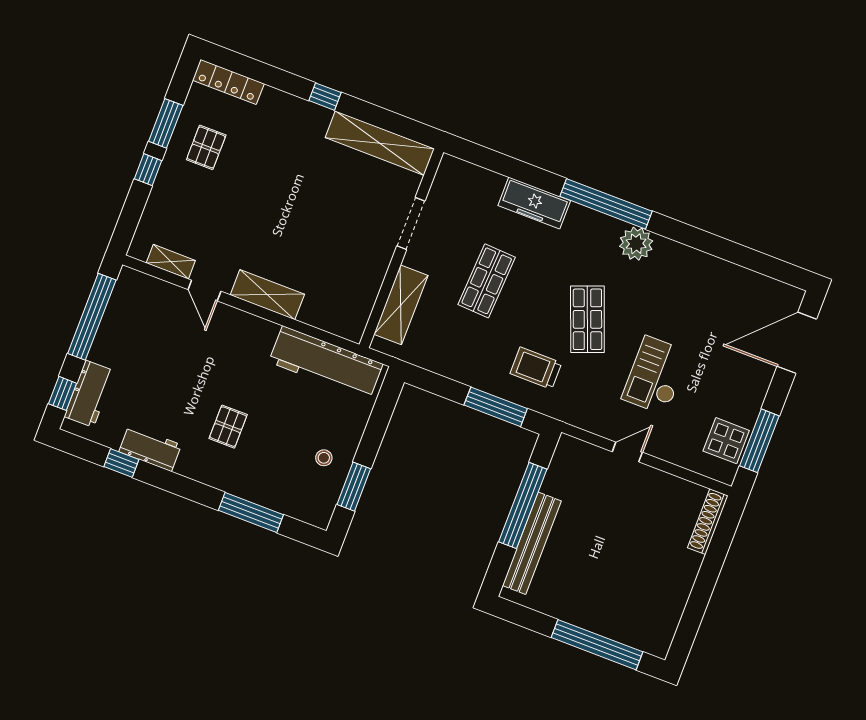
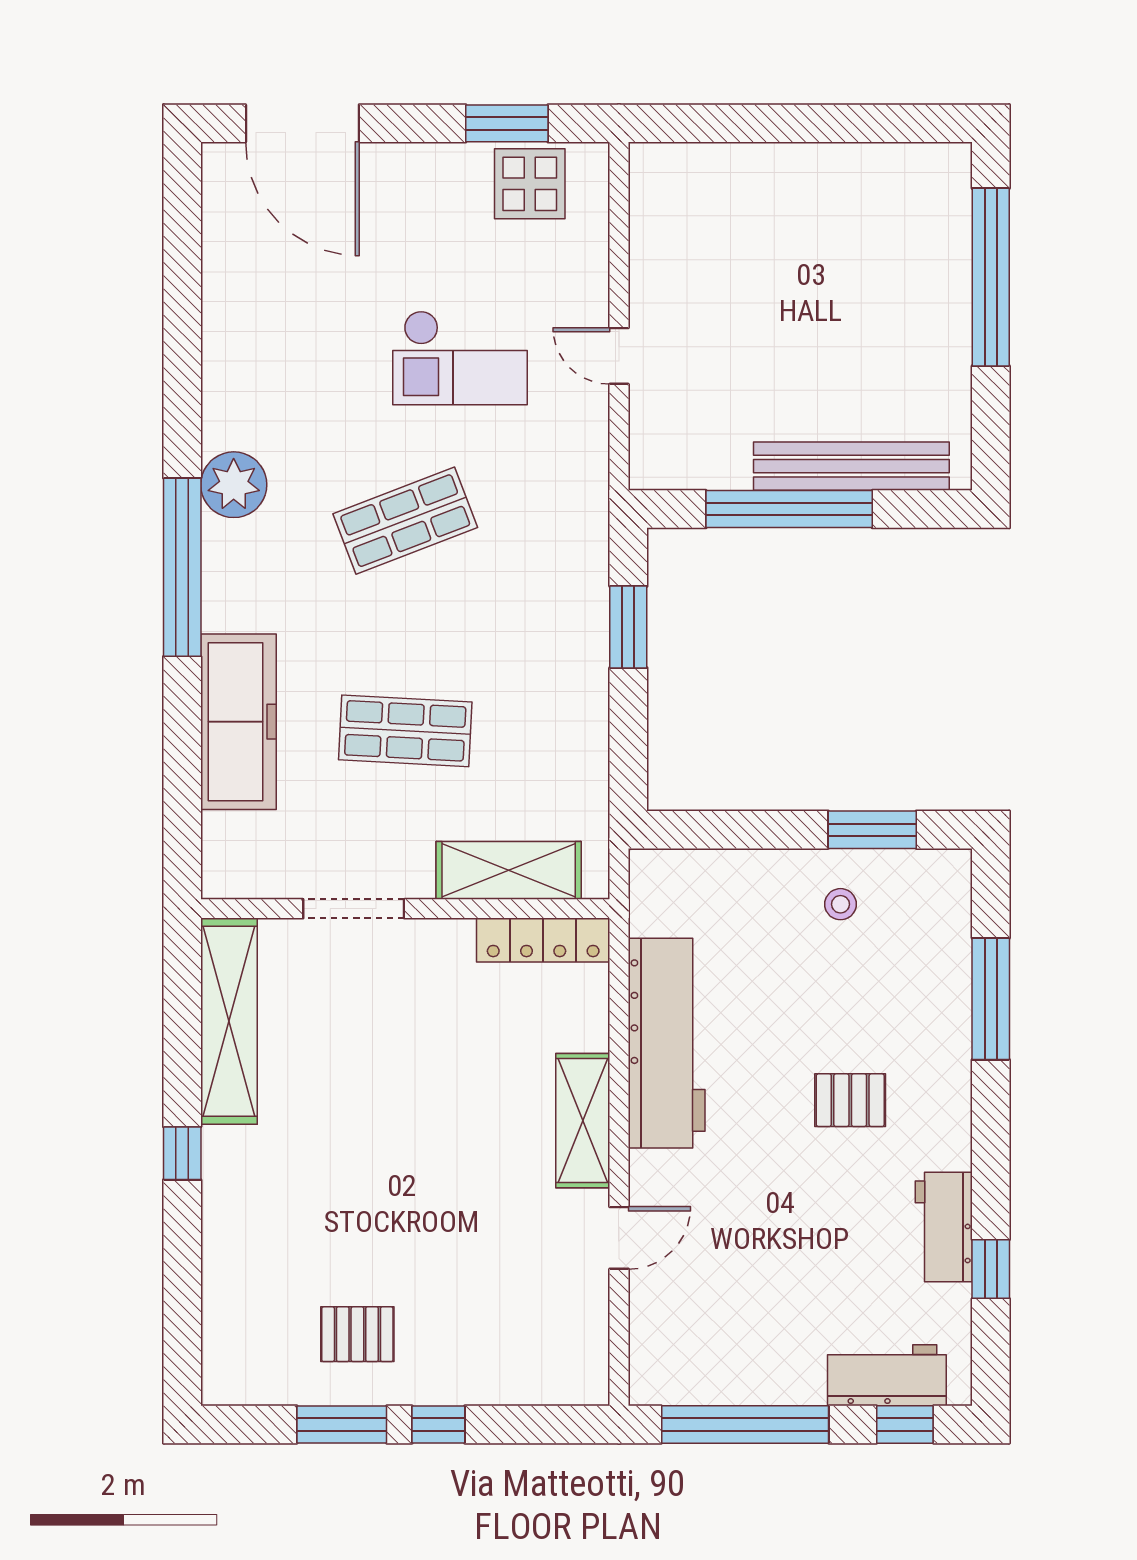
locker: (228, 82) -> (543, 940), moved, turned 90
freezer: (534, 203) -> (239, 722), width x1.36, depth x1.26
shelving: (171, 262) -> (590, 1319), removed
workbench: (326, 363) -> (667, 1043), moved
trolley: (536, 368) -> (530, 581), removed
window: (496, 407) -> (628, 627), width x0.69
window: (759, 441) -> (507, 123), width x0.69
shoe rack: (708, 522) -> (690, 161), removed

